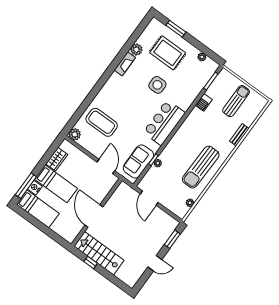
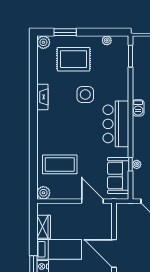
plant: (136, 50) -> (43, 42), moved
barbecue: (204, 102) -> (138, 108), moved

